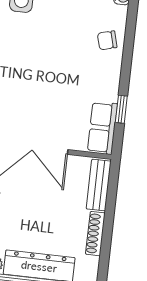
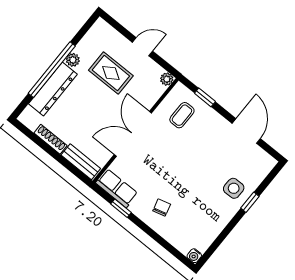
chair: (107, 40) -> (162, 208), moved

